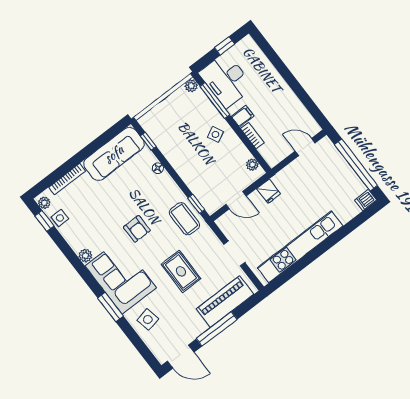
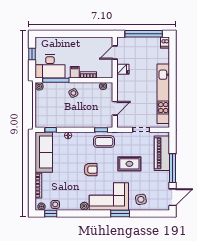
fridge: (269, 191) -> (123, 69), moved

